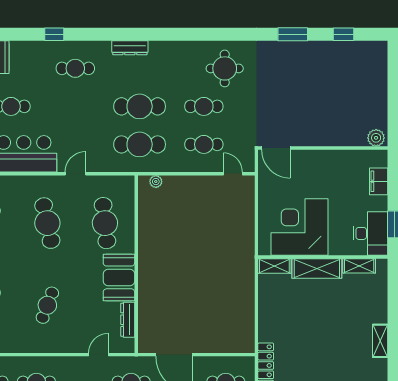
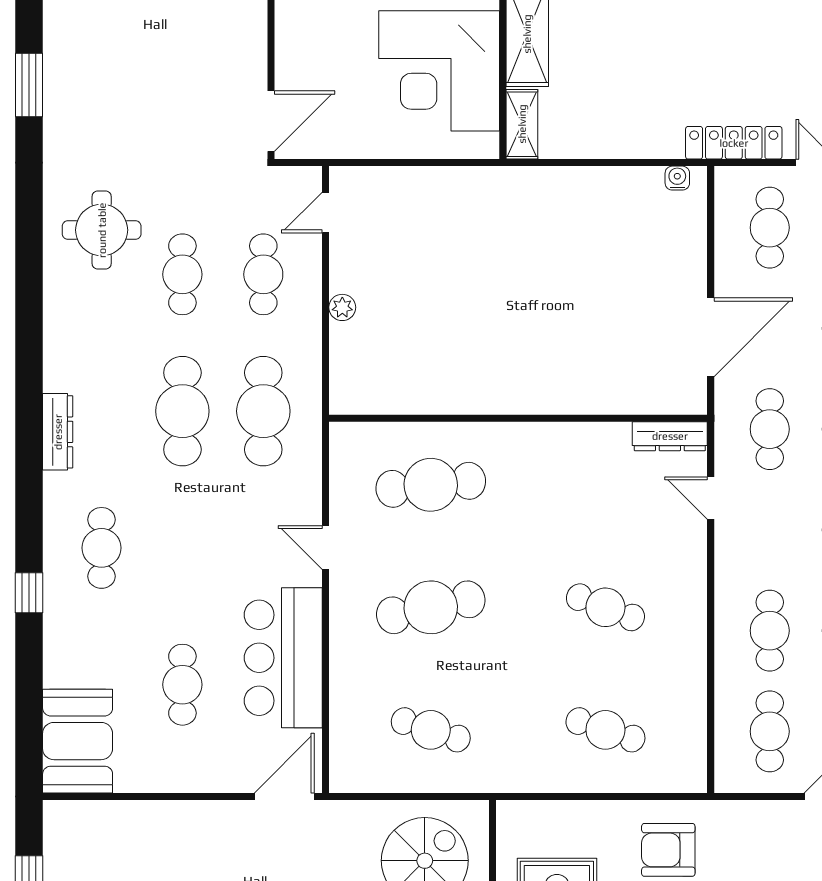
plant: (156, 182) -> (342, 307), moved
booth: (119, 277) -> (546, 455), removed
dresser: (128, 320) -> (670, 436), moved
water cooler: (249, 339) -> (677, 178), added

